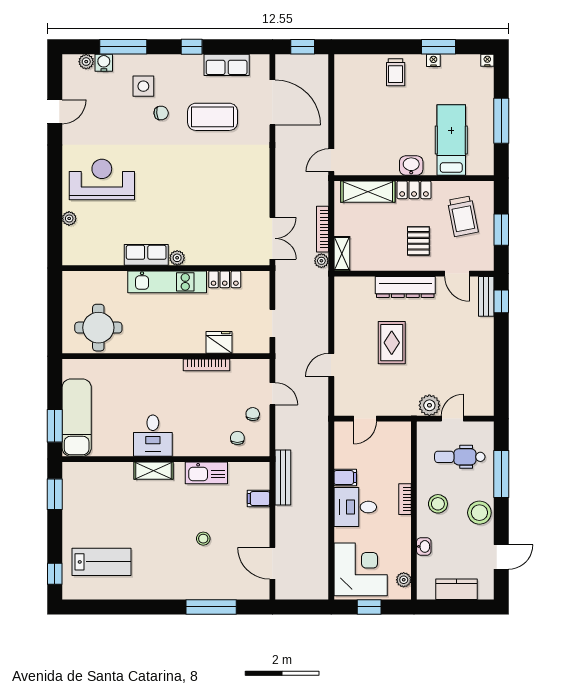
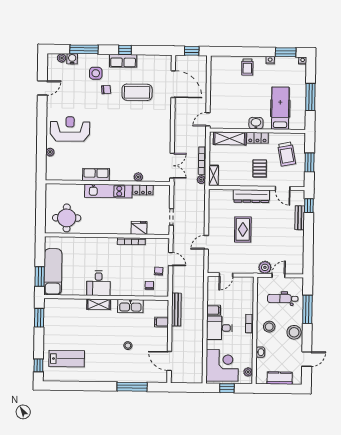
window: (438, 47) -> (286, 52), moved
row of seats: (227, 65) -> (123, 61), moved
plant: (177, 258) -> (138, 177), moved
bench: (486, 296) -> (300, 218), moved

